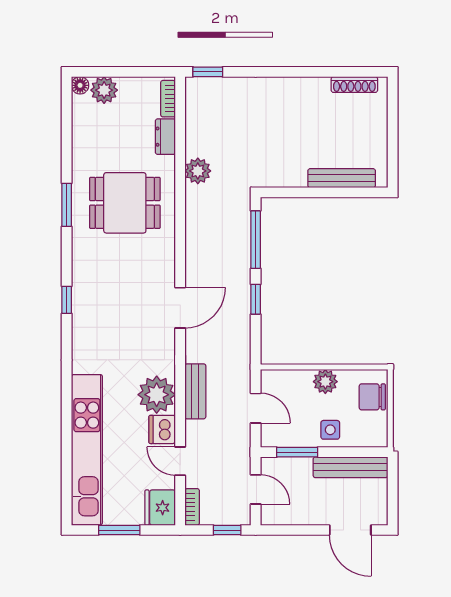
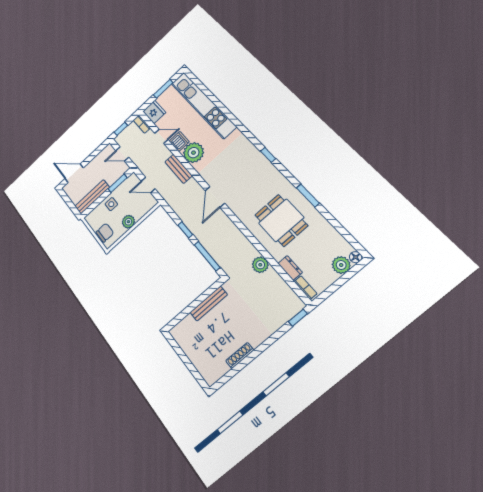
shoe rack: (354, 85) -> (240, 355), moved
bench: (342, 178) -> (209, 304), moved
dining table: (125, 203) -> (281, 220), turned 90

